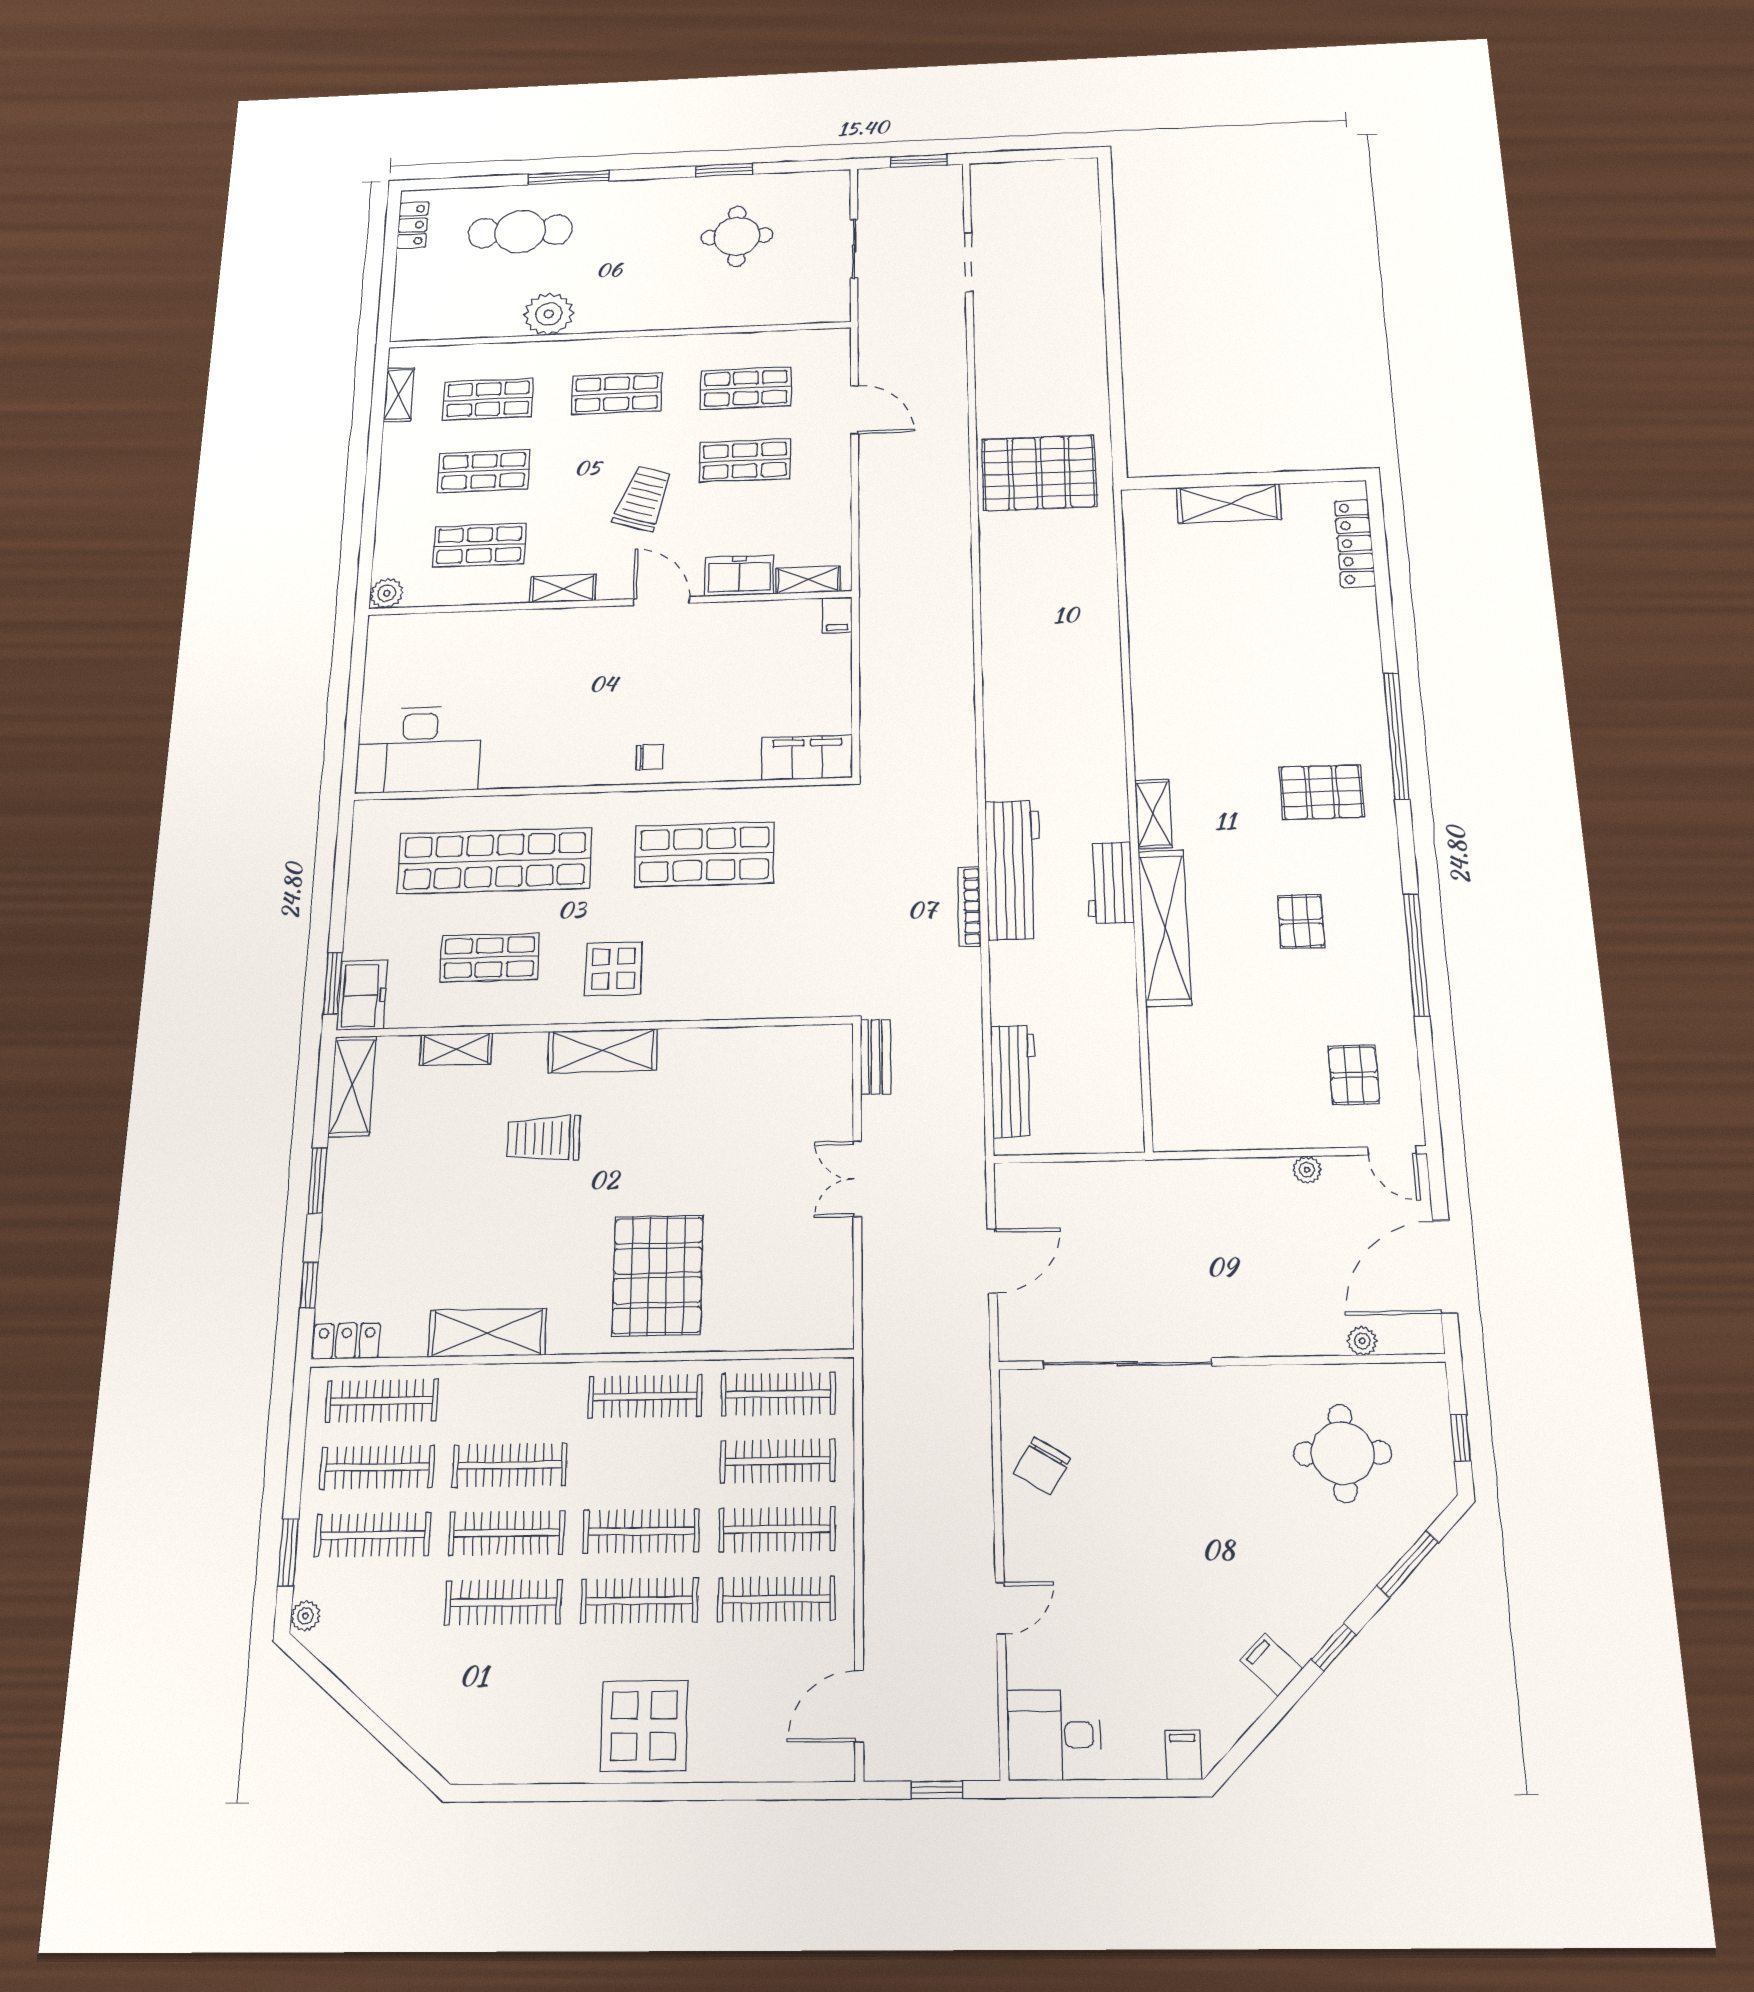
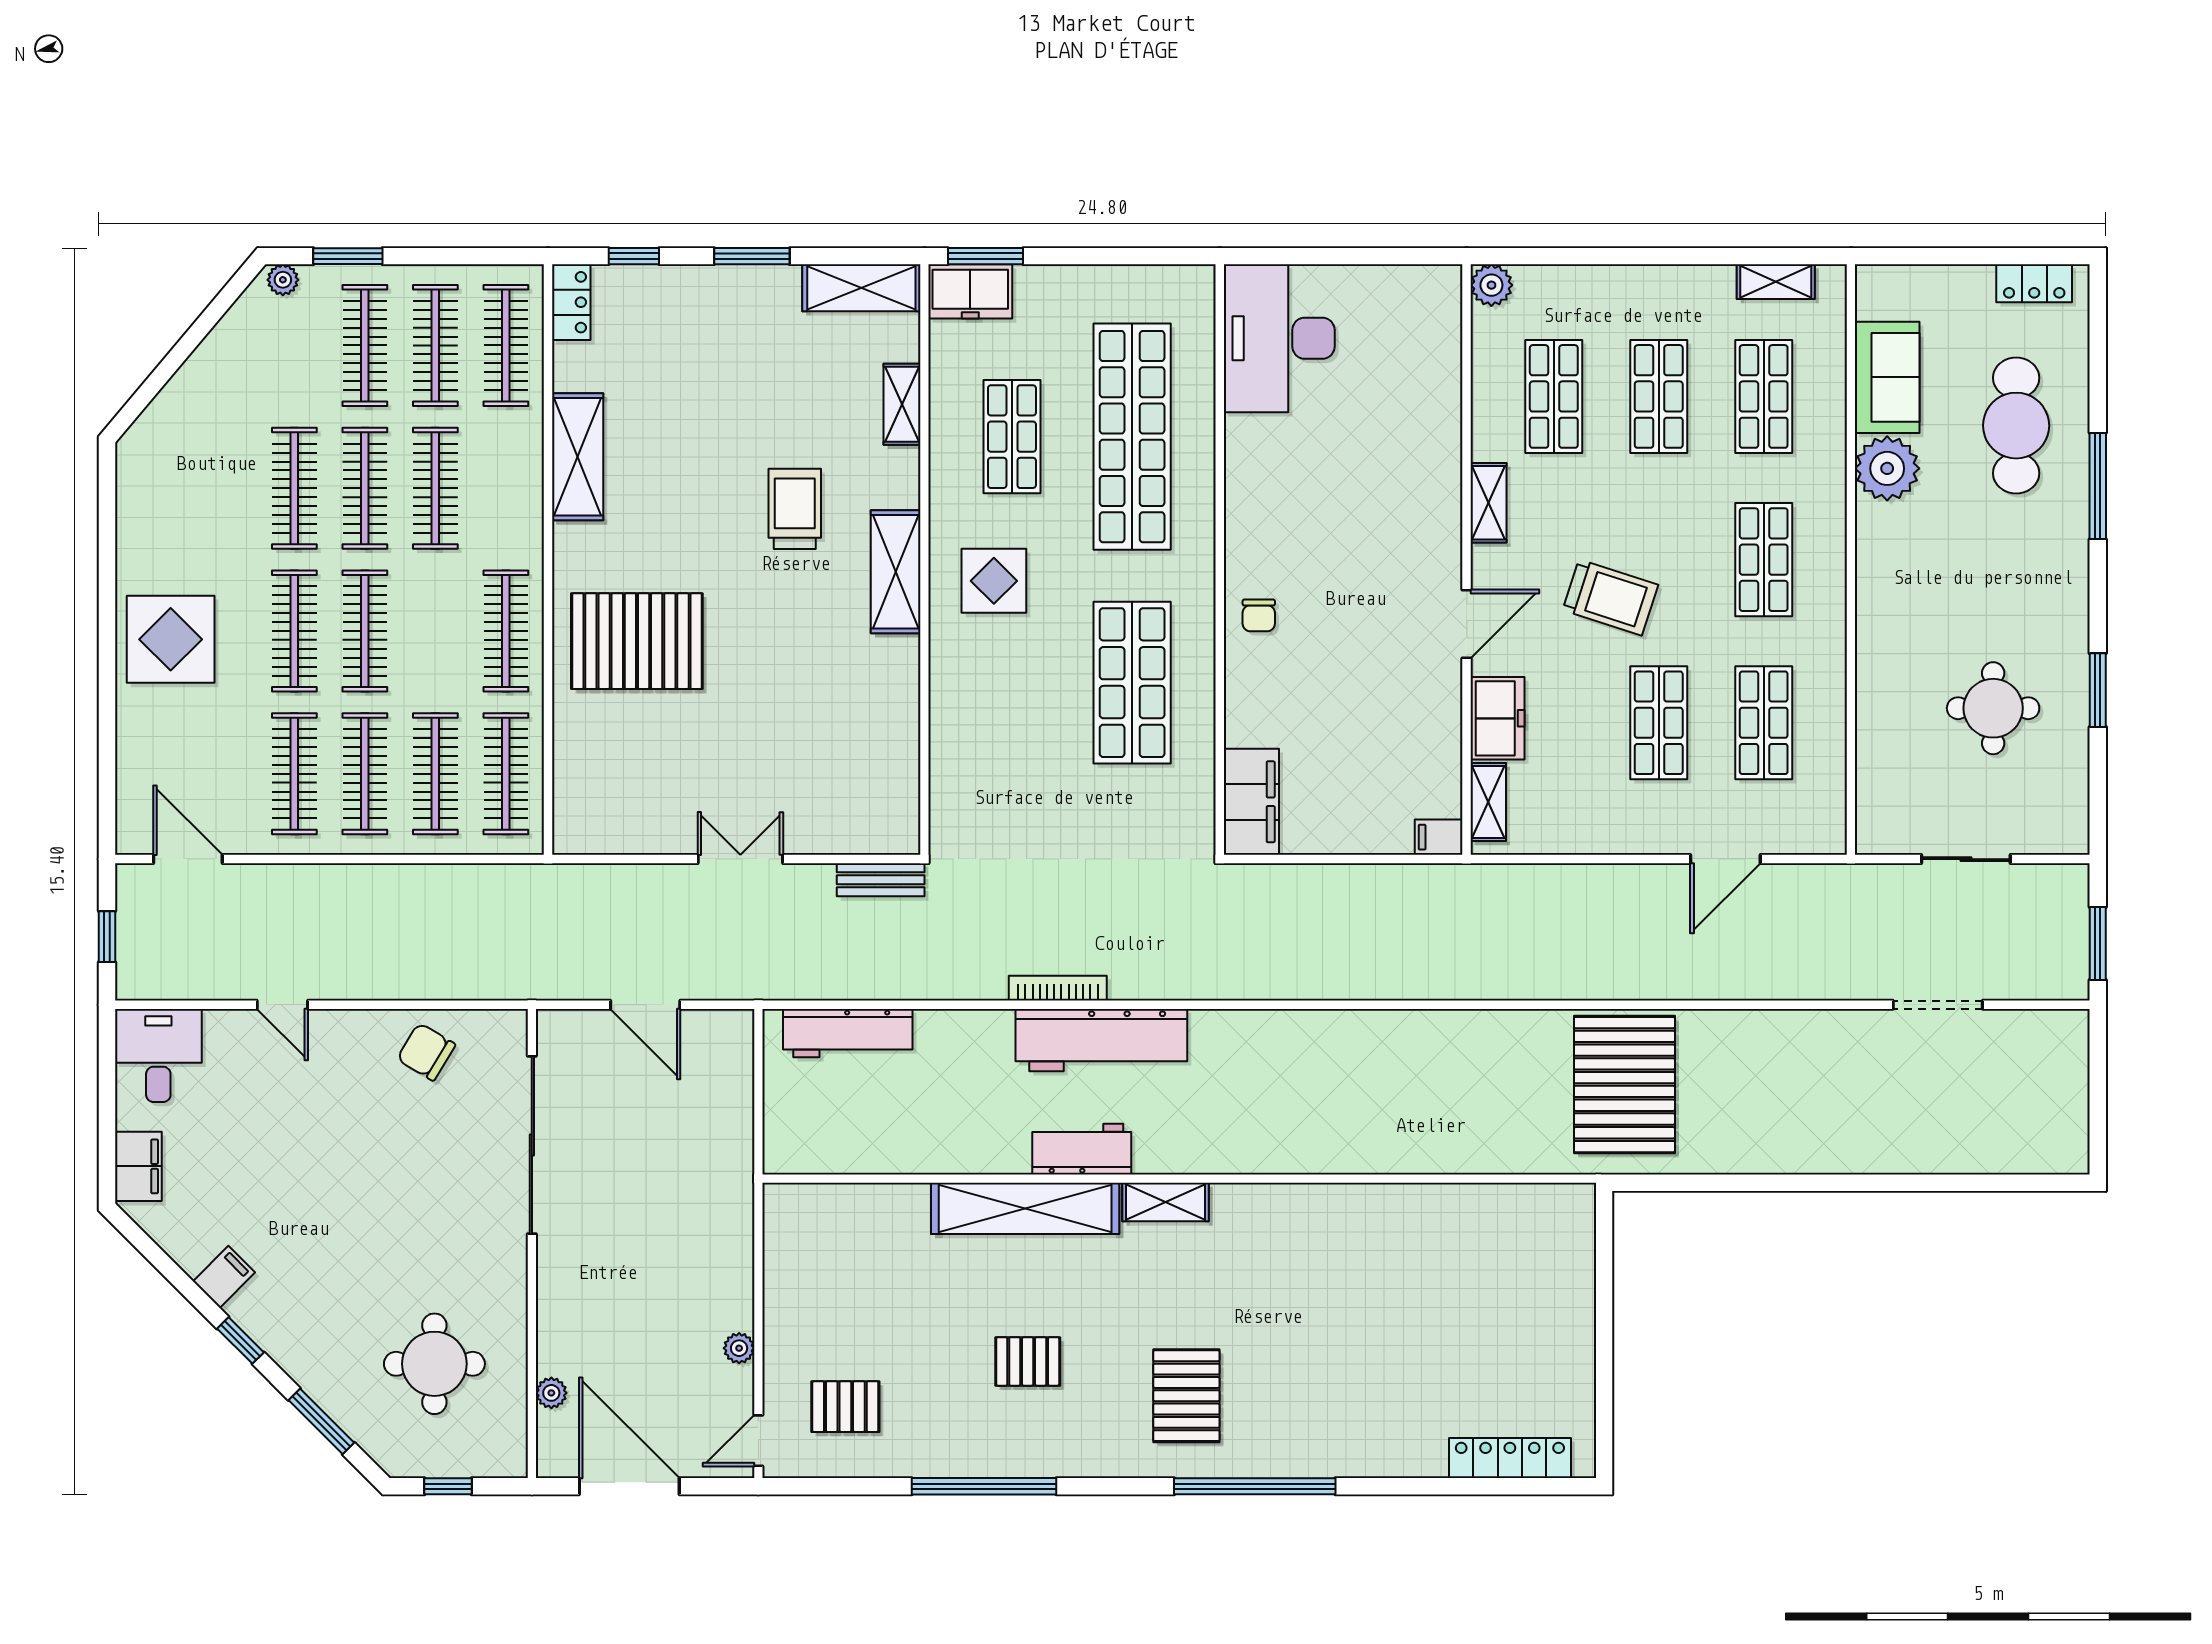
sofa: (478, 317) -> (1887, 377), added
shelving: (1229, 503) -> (1571, 1312), removed
filing cabinet: (1183, 1755) -> (138, 1166), width x2.00

